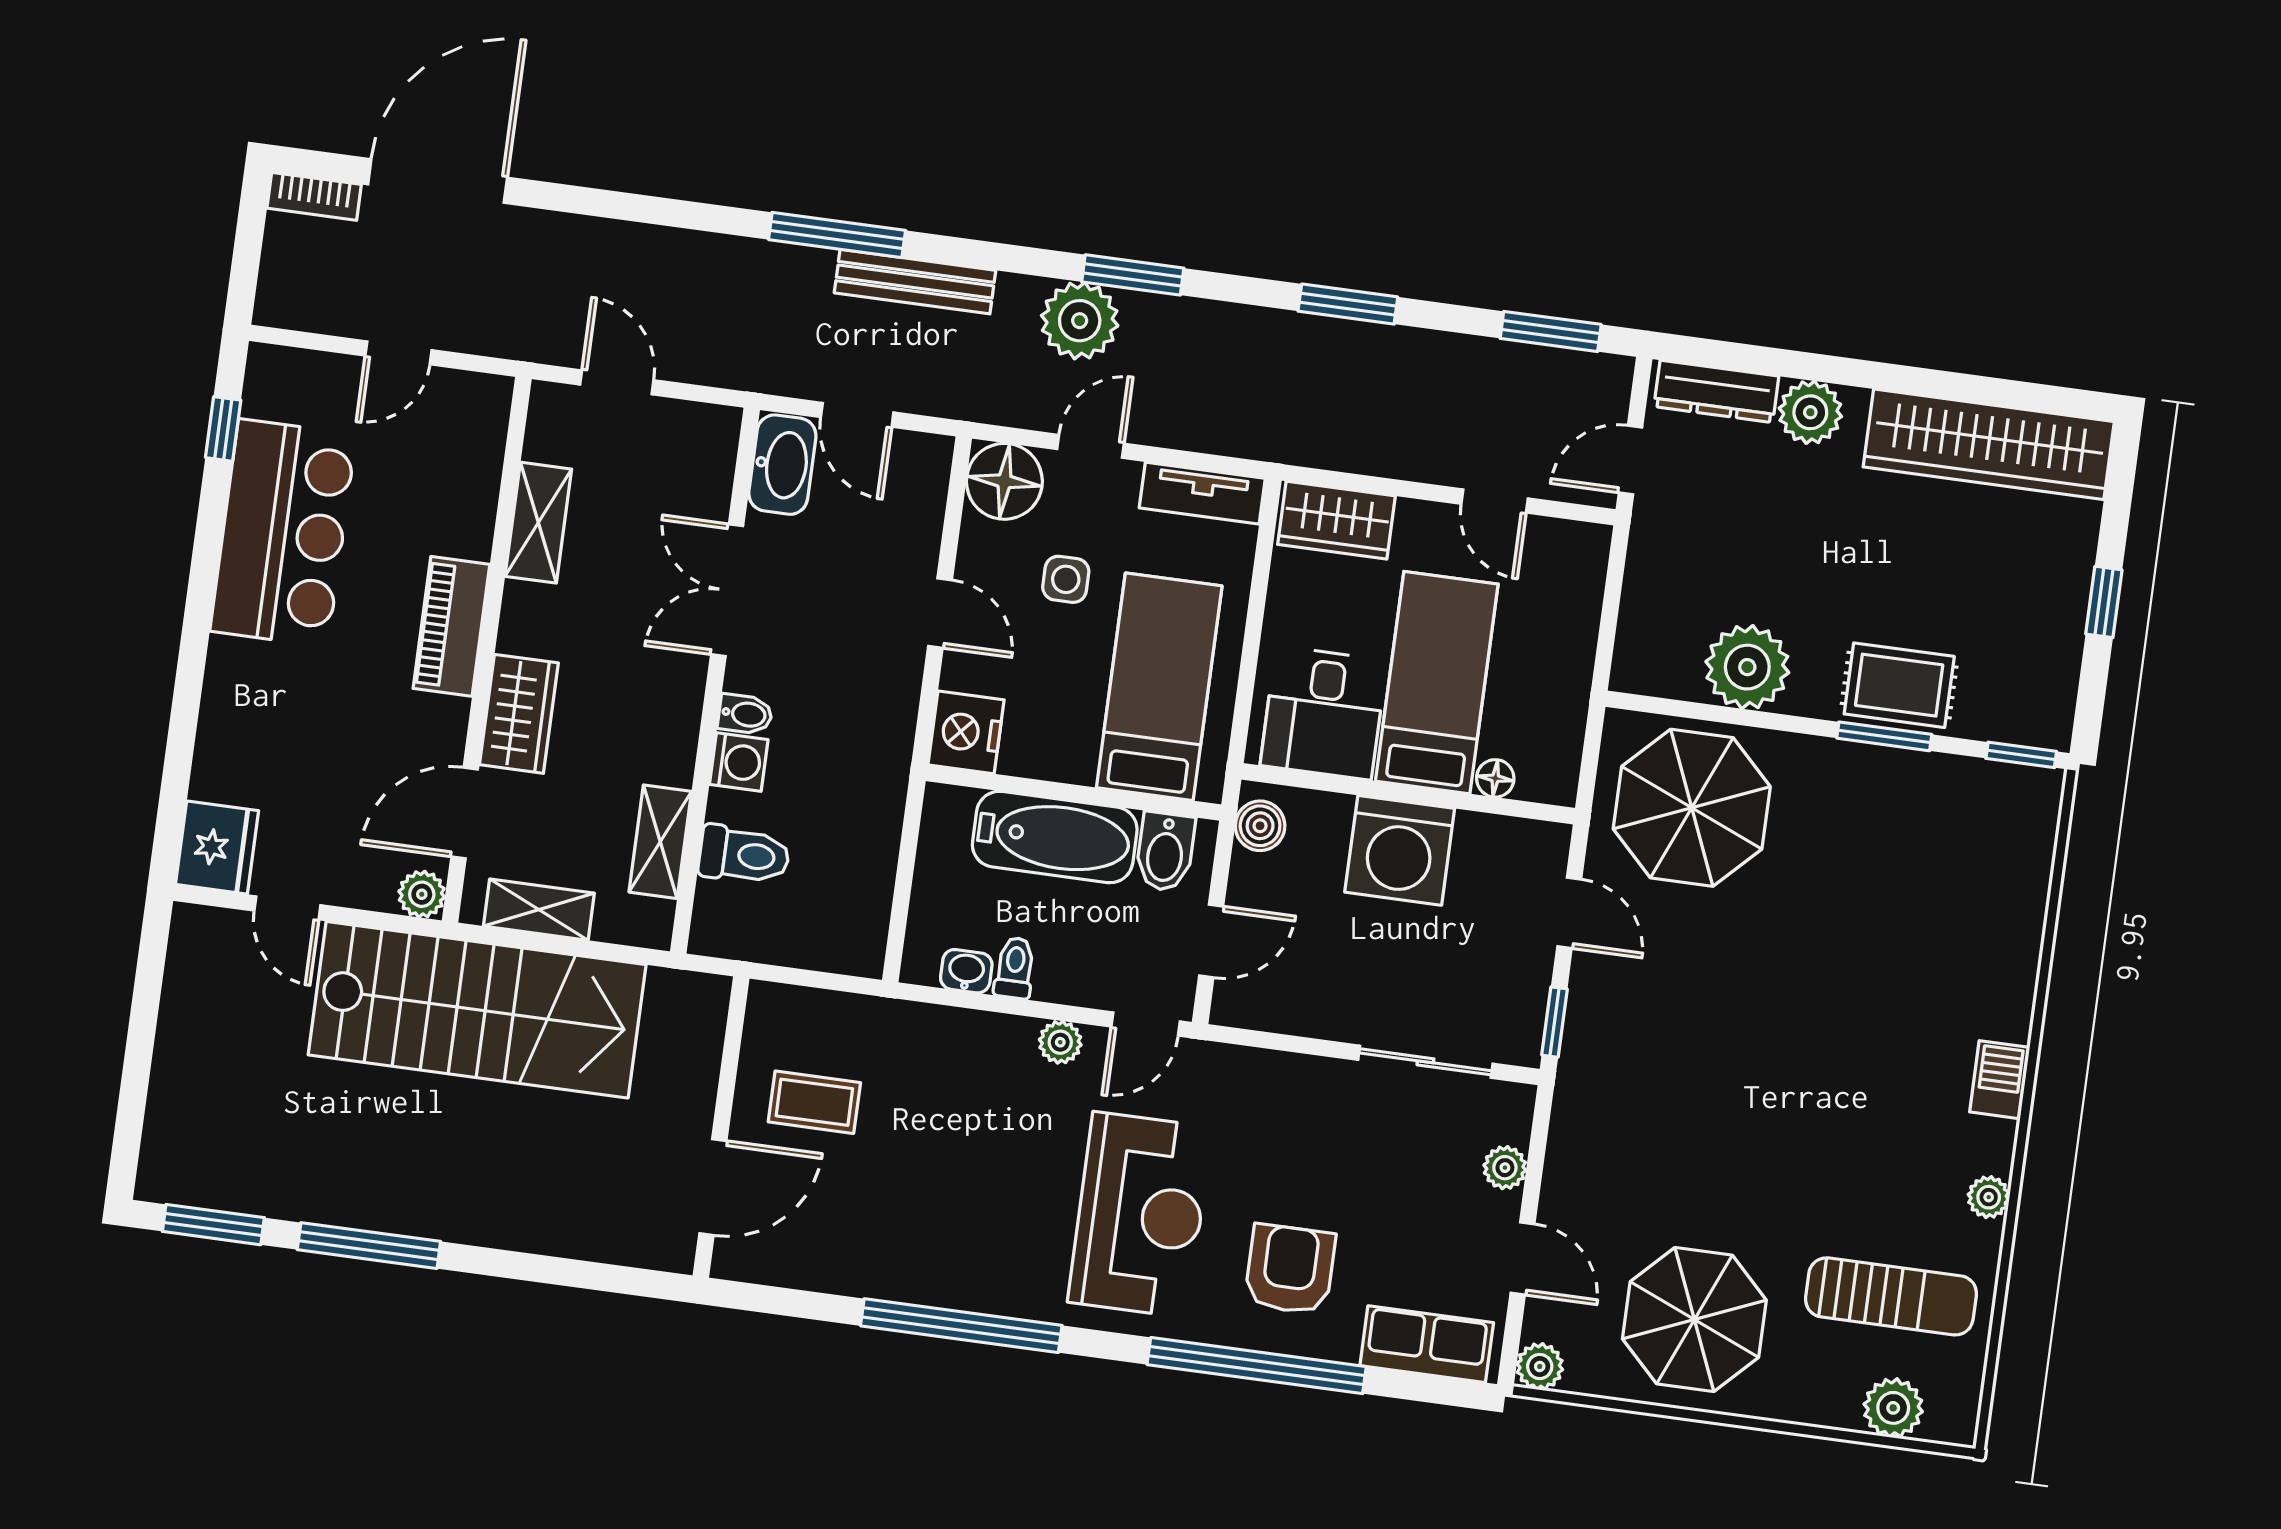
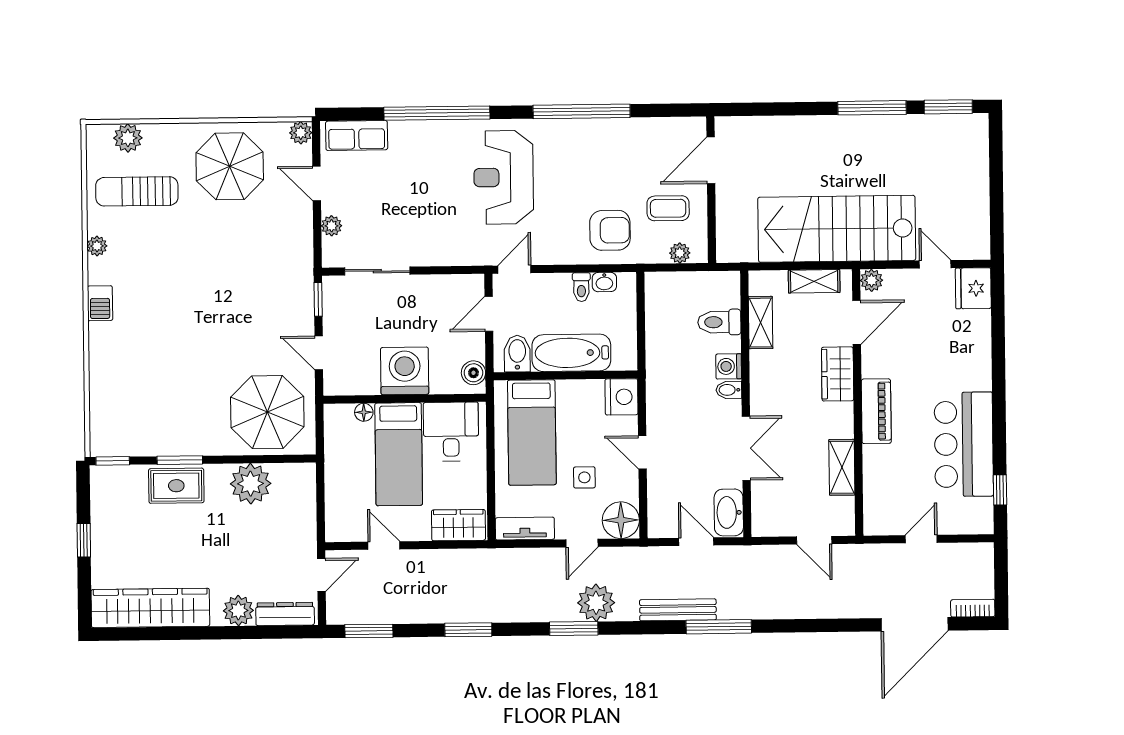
plant: (1060, 1042) -> (680, 253), moved
armchair: (1290, 1269) -> (610, 230), moved, turned -90

